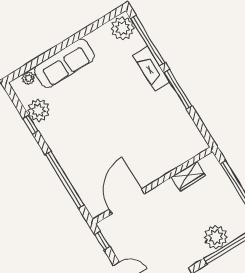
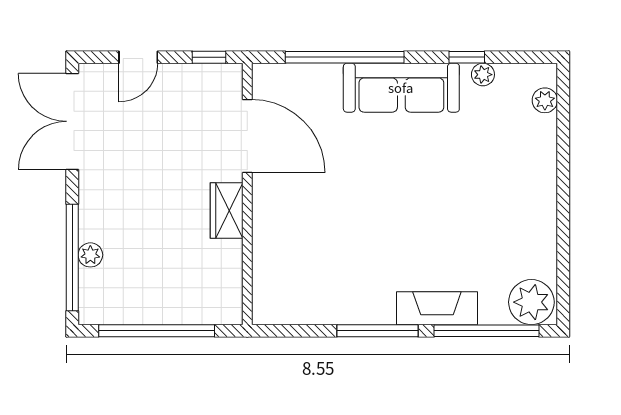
sofa: (64, 63) -> (401, 88), moved, turned -90
plant: (39, 110) -> (483, 75), width x0.53, depth x0.53
wardrobe: (188, 176) -> (227, 210), moved
plant: (216, 237) -> (90, 255), width x0.53, depth x0.53

